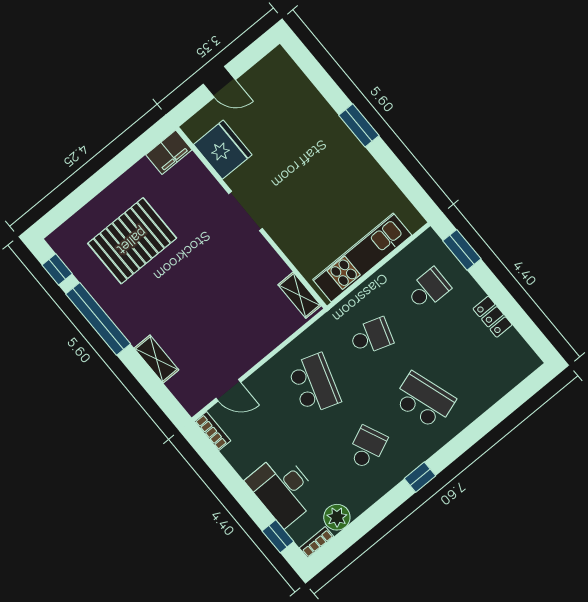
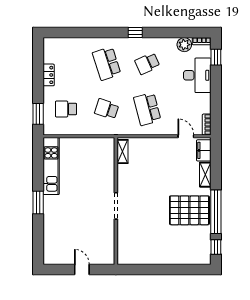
fridge: (223, 150) -> (104, 240), removed
filing cabinet: (169, 152) -> (204, 150), moved, turned -90
pallet: (132, 241) -> (189, 210), moved
kitchen unit: (362, 257) -> (51, 166), moved, turned -90
school desk: (314, 384) -> (147, 109), turned -33

